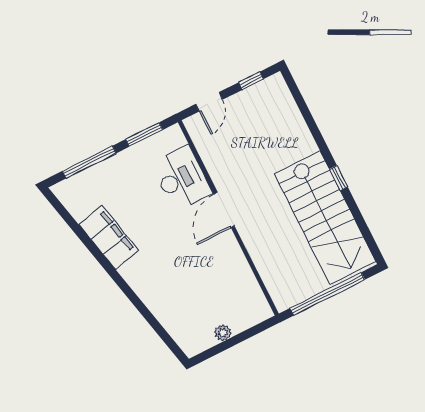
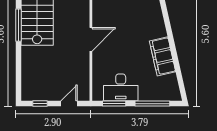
desk: (182, 178) -> (121, 87), moved, turned -90
window: (339, 178) -> (18, 25), width x2.17

